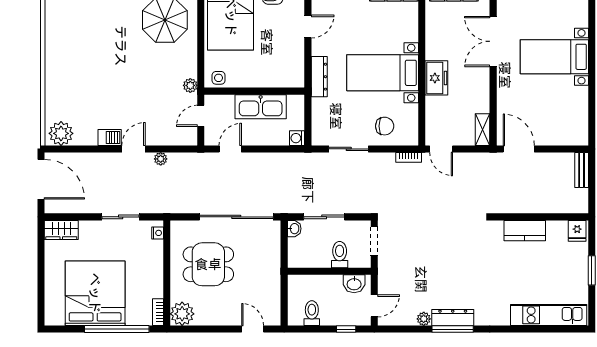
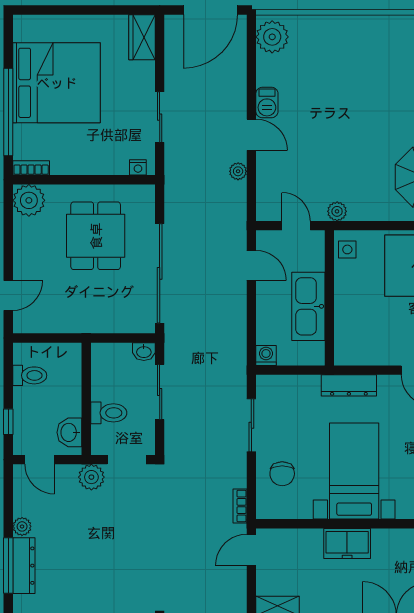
plant: (387, 267) -> (91, 477), added

